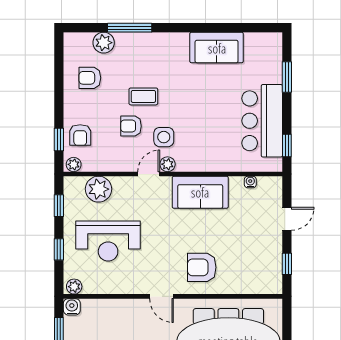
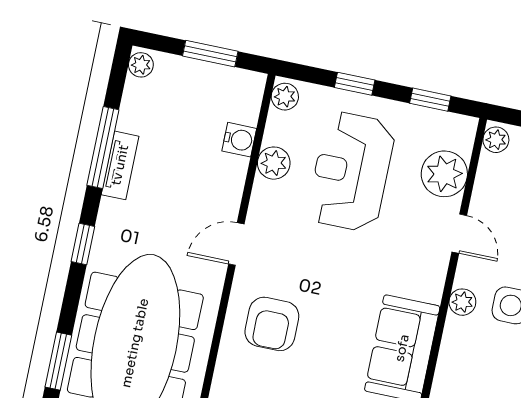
door: (149, 174) -> (459, 234), moved
armchair: (202, 267) -> (272, 324), turned 180
plant: (112, 285) -> (274, 163), added
water cooler: (72, 307) -> (239, 140), moved

